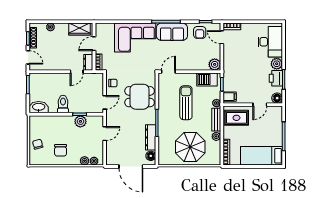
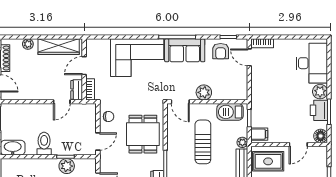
wardrobe: (80, 29) -> (59, 47), width x1.50
plant: (215, 64) -> (204, 92), moved
door: (168, 72) -> (180, 102), swing flipped
dining table: (140, 97) -> (143, 134), turned 90

